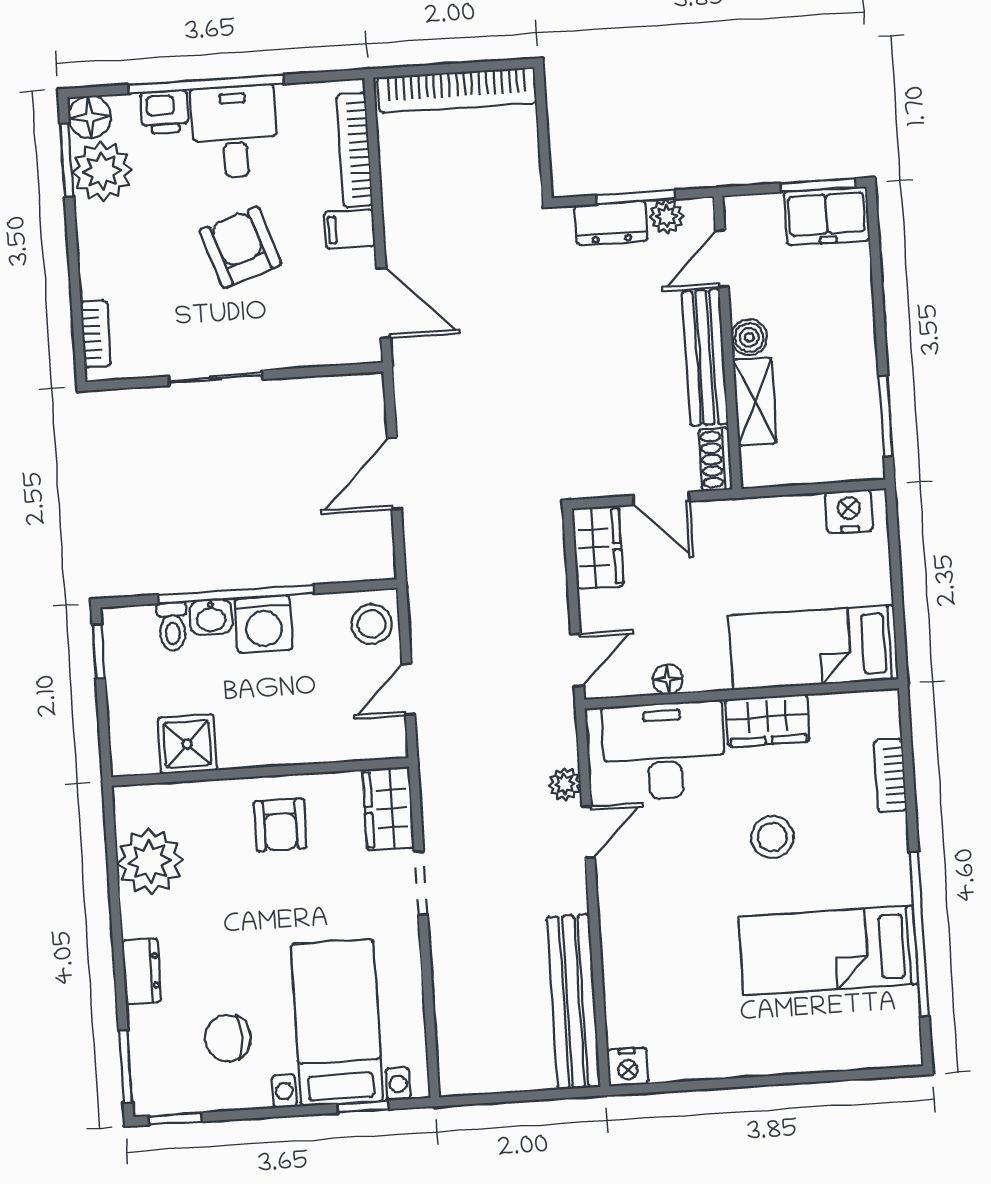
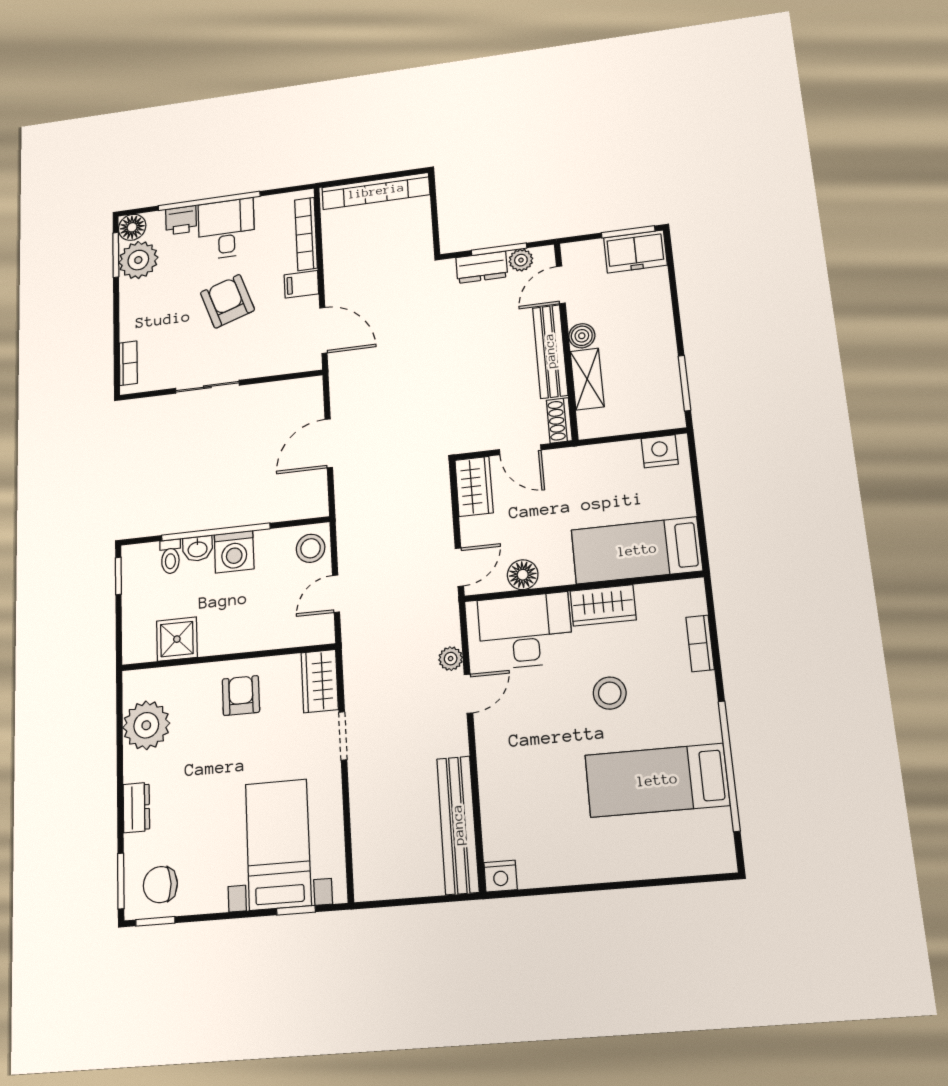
floor lamp: (668, 679) -> (523, 575), width x1.37, depth x1.37
armchair: (280, 825) -> (241, 696), turned 180
chair: (228, 1038) -> (160, 885), moved

